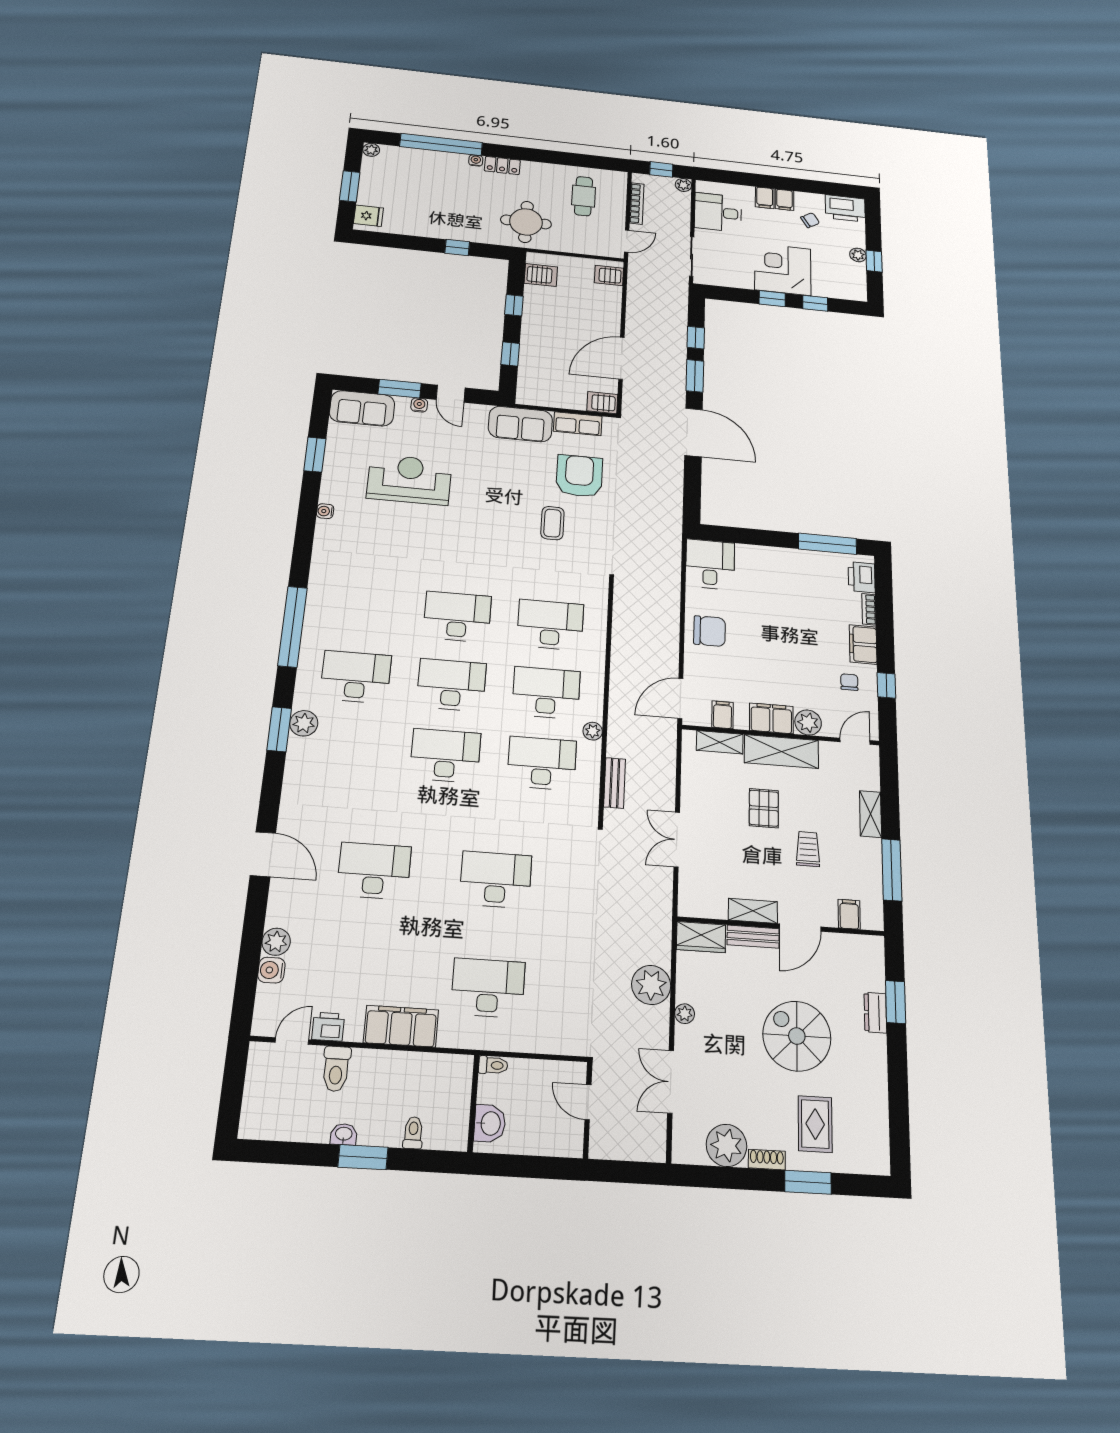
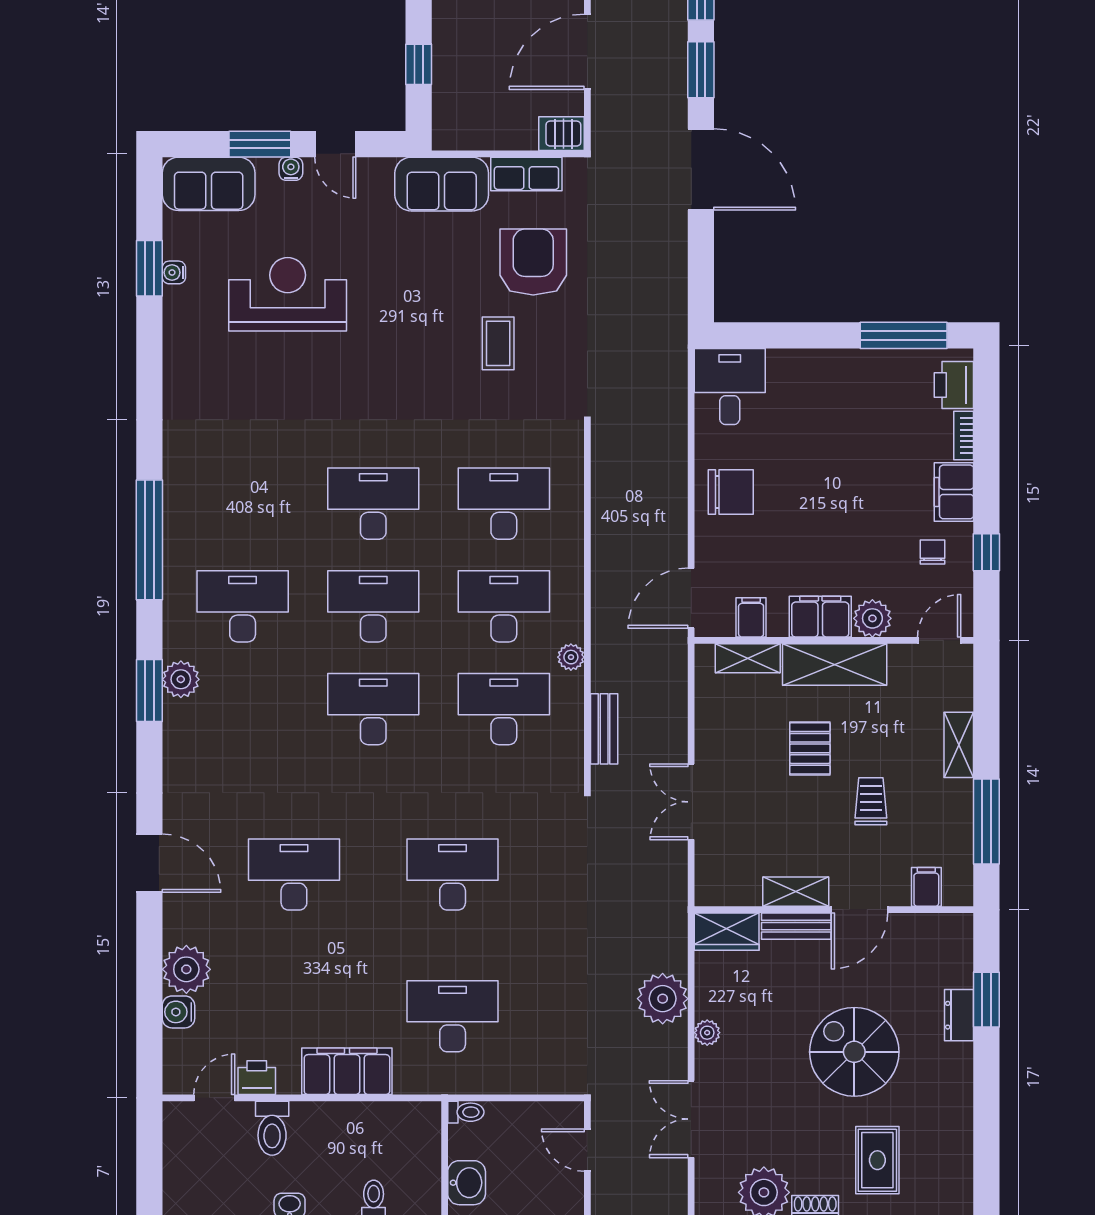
water cooler: (325, 511) -> (174, 272), moved
plant: (276, 942) -> (186, 969), width x1.36, depth x1.36

